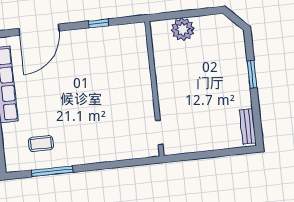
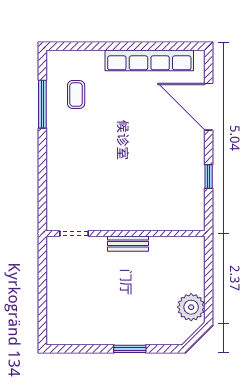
plant: (183, 29) -> (191, 307), moved
bench: (248, 126) -> (128, 244), moved

